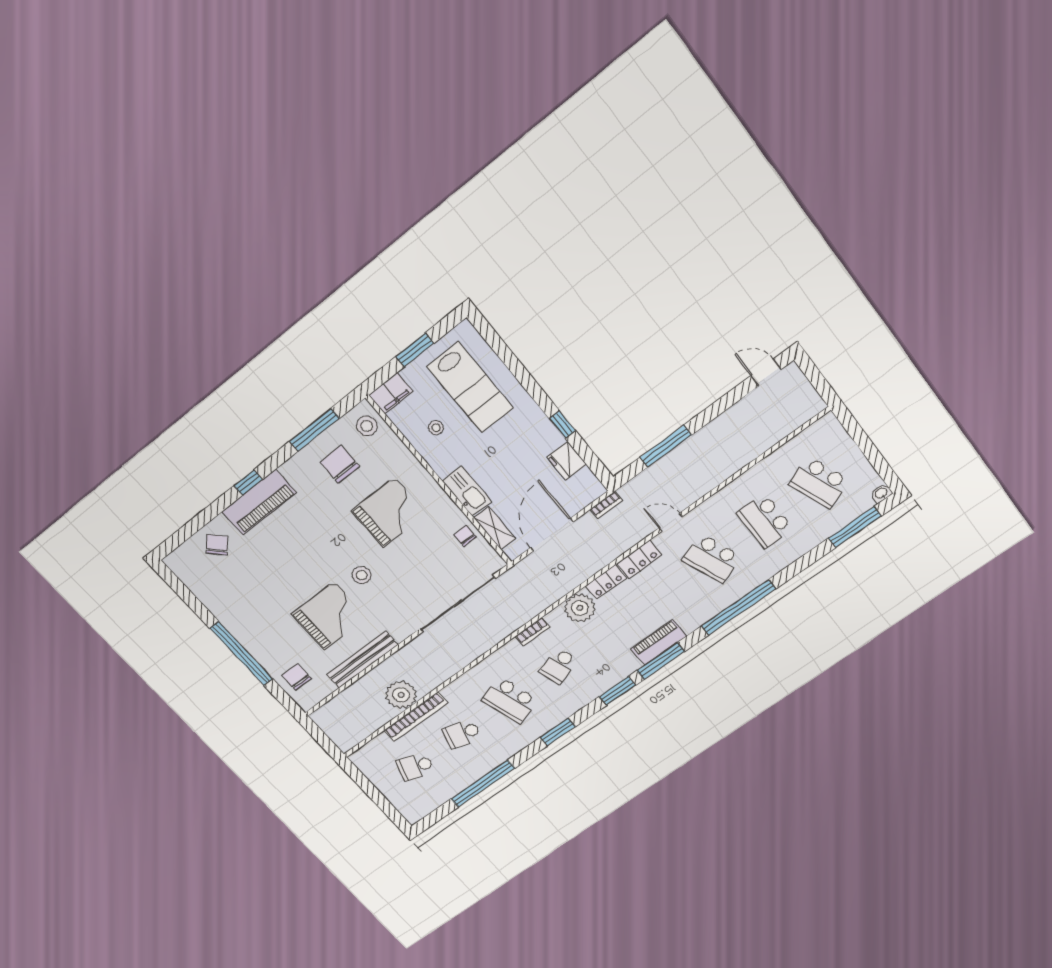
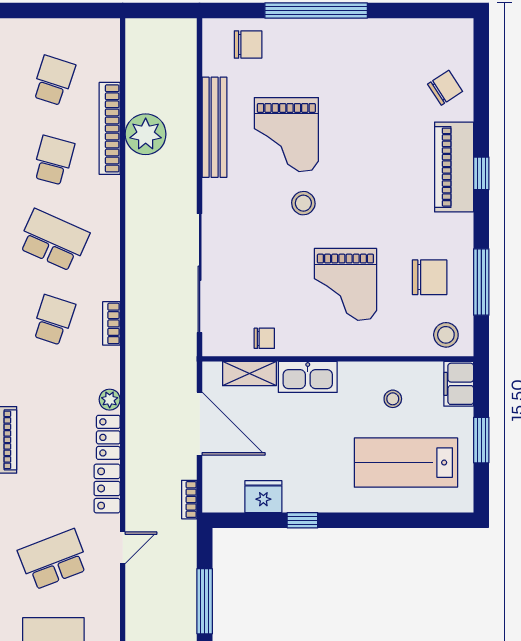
chair: (217, 545) -> (445, 88), turned -78
plant: (580, 608) -> (110, 400), width x0.53, depth x0.53
school desk: (559, 666) -> (53, 320), turned 36
school desk: (510, 700) -> (53, 240), turned 42

